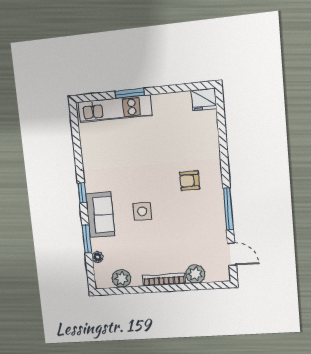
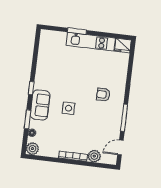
kitchen unit: (115, 109) -> (91, 42), moved
door: (232, 254) -> (120, 147), swing flipped
plant: (121, 278) -> (32, 149), moved

